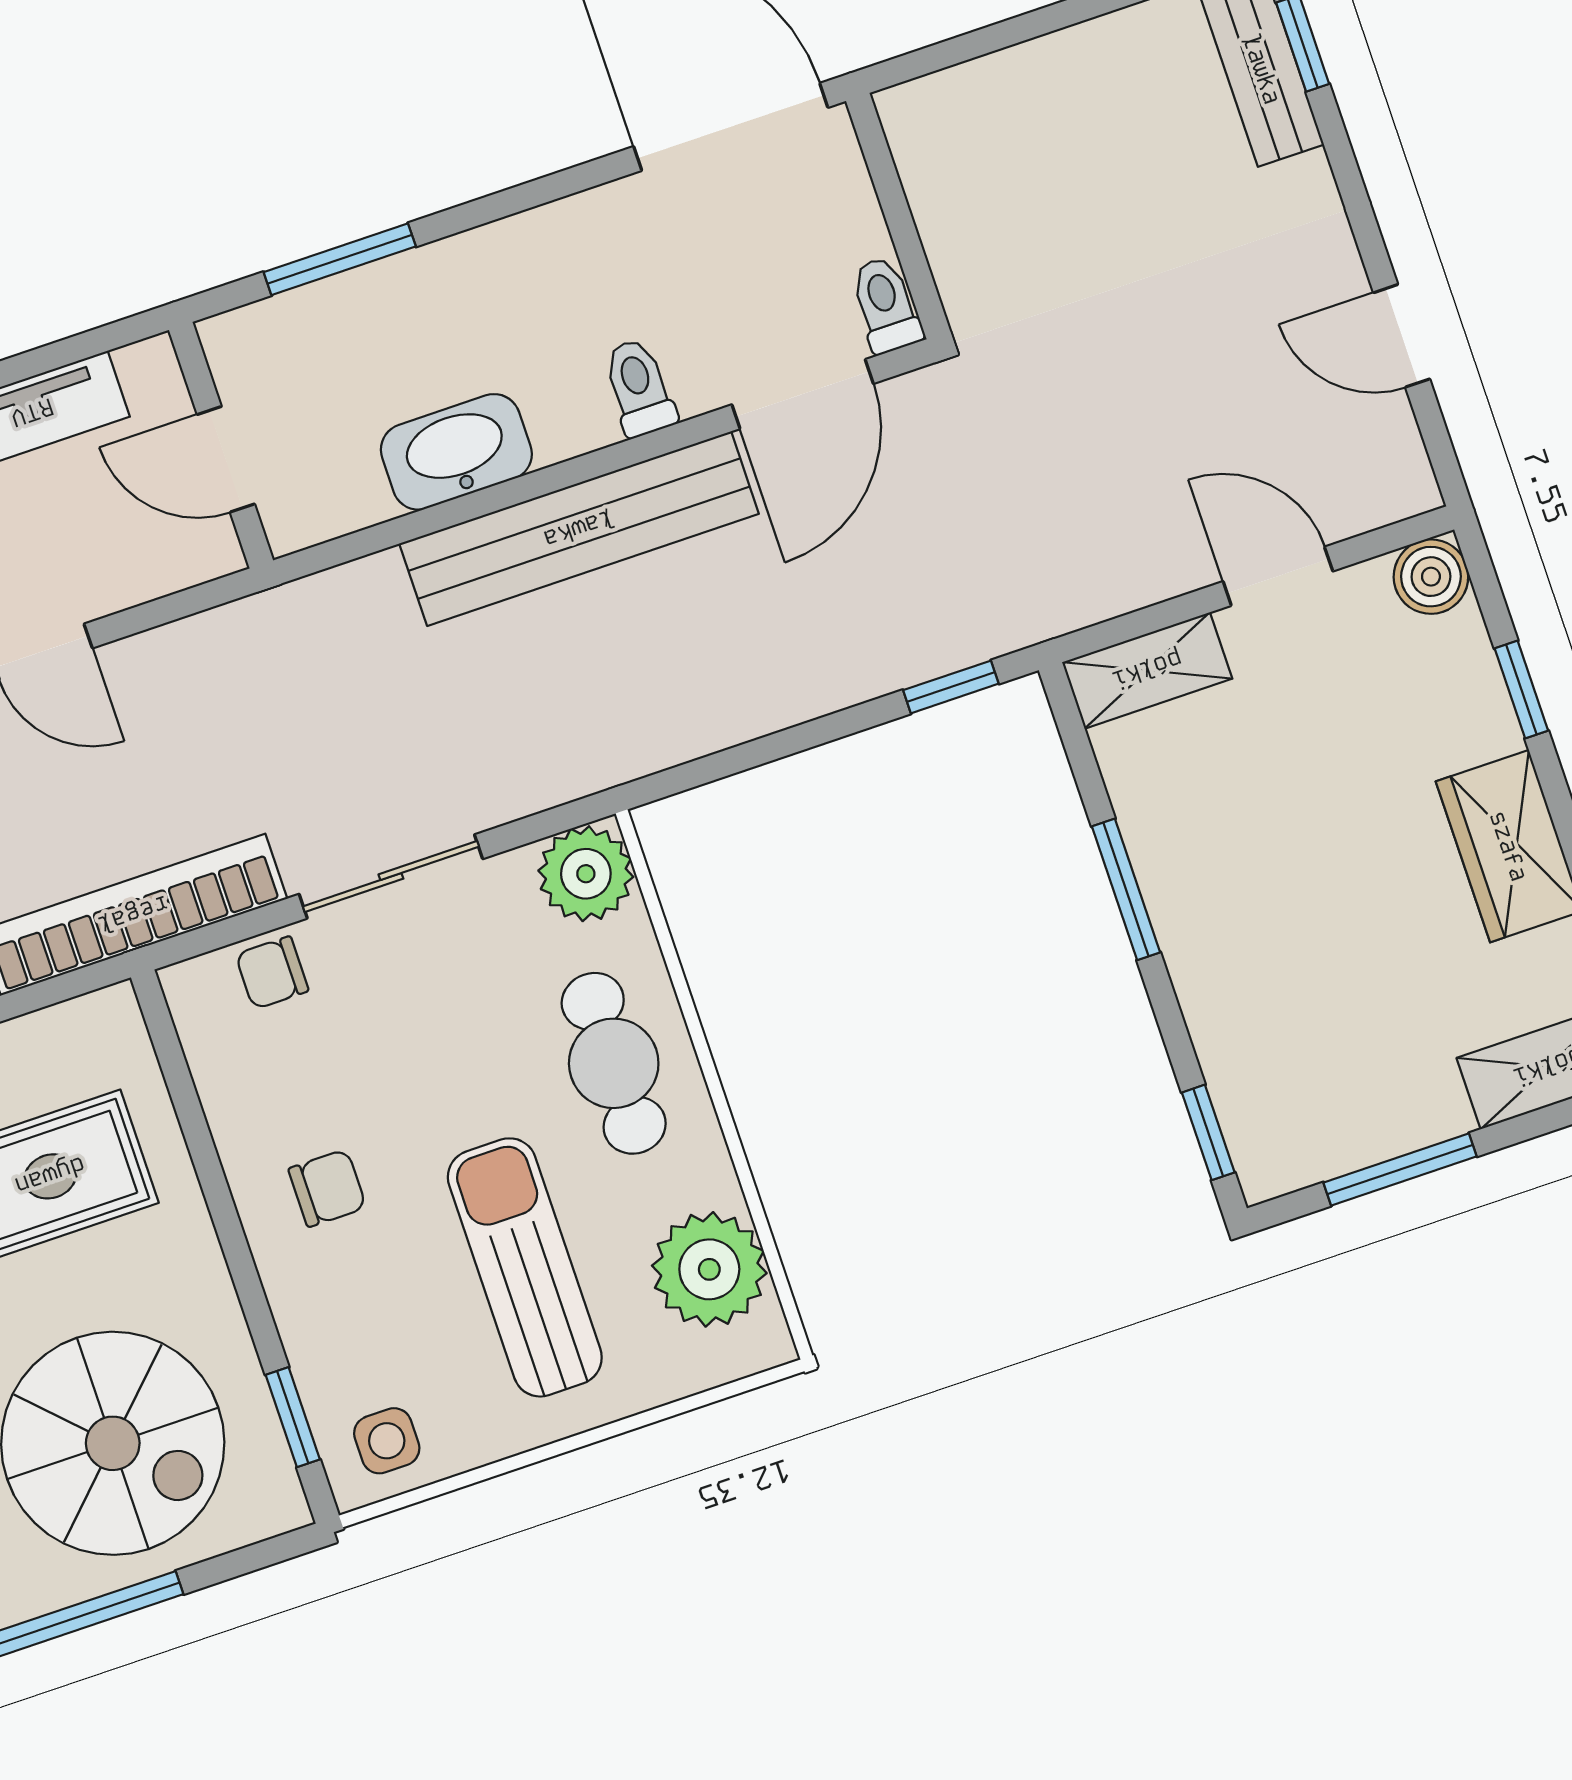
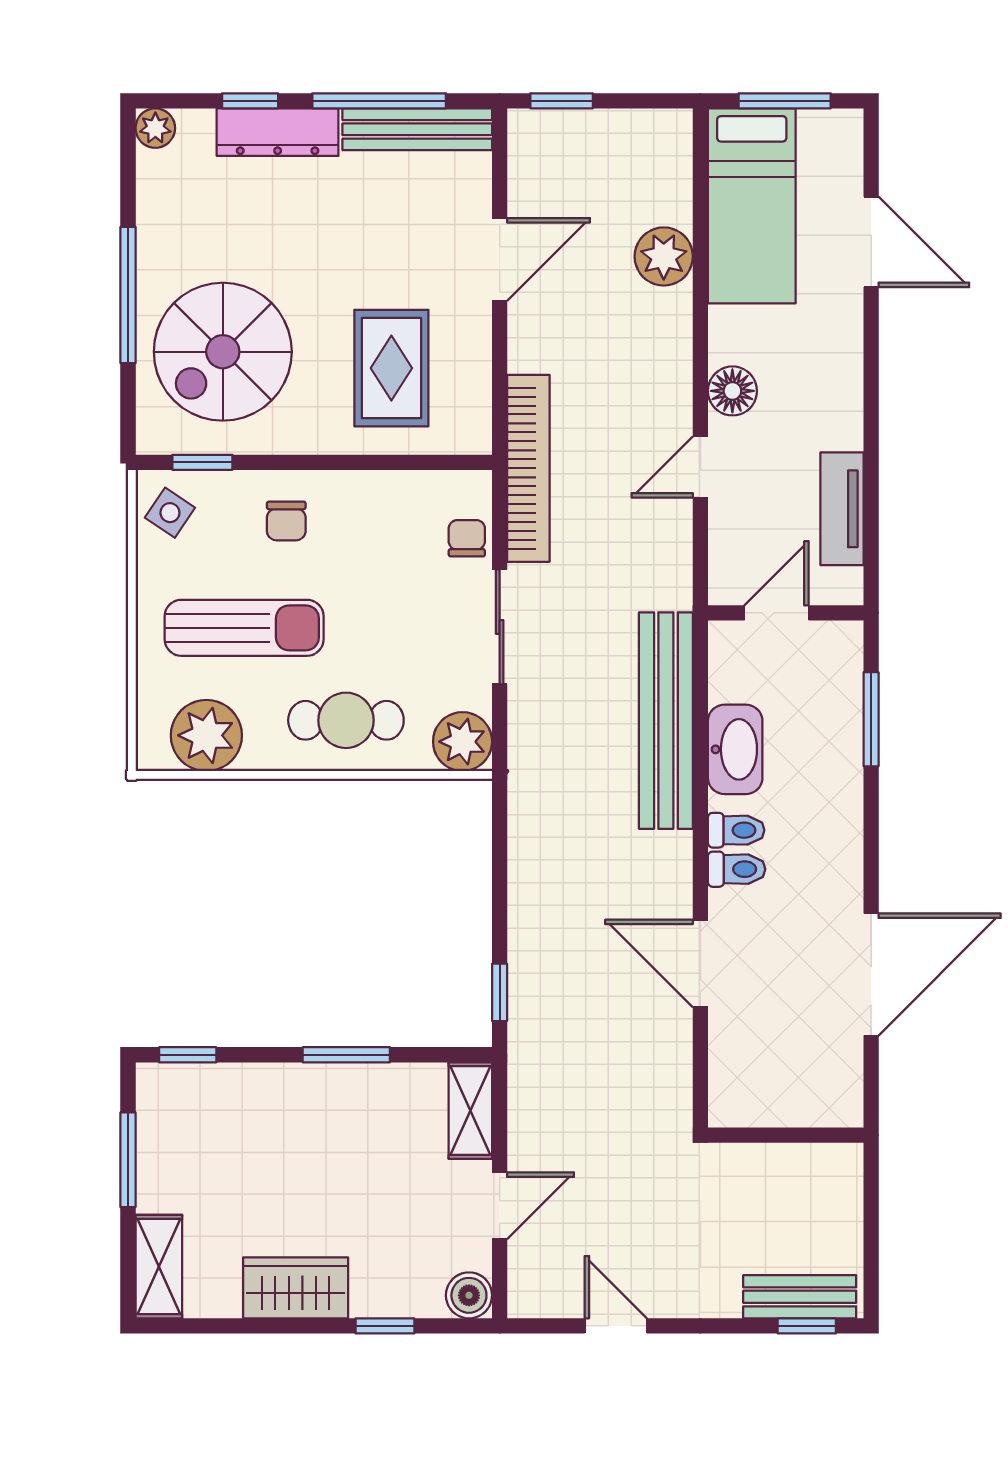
wall: (898, 216) -> (786, 1135), moved
toilet: (886, 305) -> (736, 830), moved
door: (1402, 336) -> (616, 1326), hinge flipped
bench: (579, 529) -> (666, 721), moved
chair: (327, 1188) -> (286, 521), moved
side table: (387, 1441) -> (170, 513), turned 34

